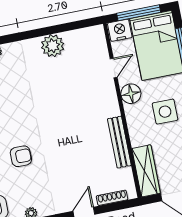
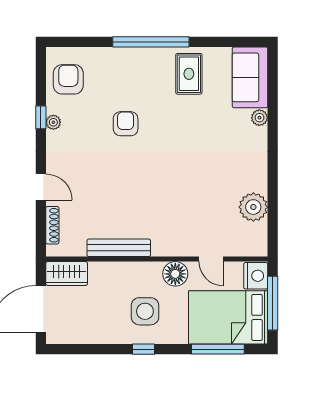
plant: (53, 46) -> (253, 207), moved
armchair: (21, 156) -> (126, 124), turned 180
wardrobe: (146, 171) -> (67, 274), width x0.67

